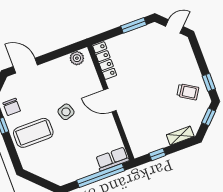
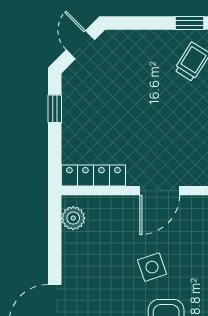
window: (134, 25) -> (55, 109), width x0.67

